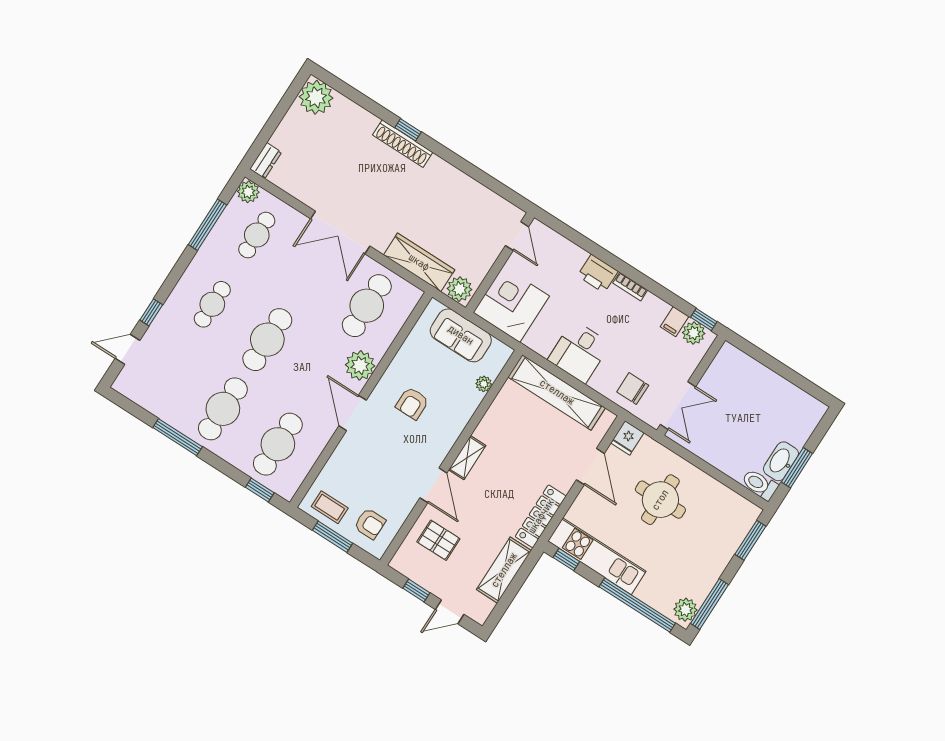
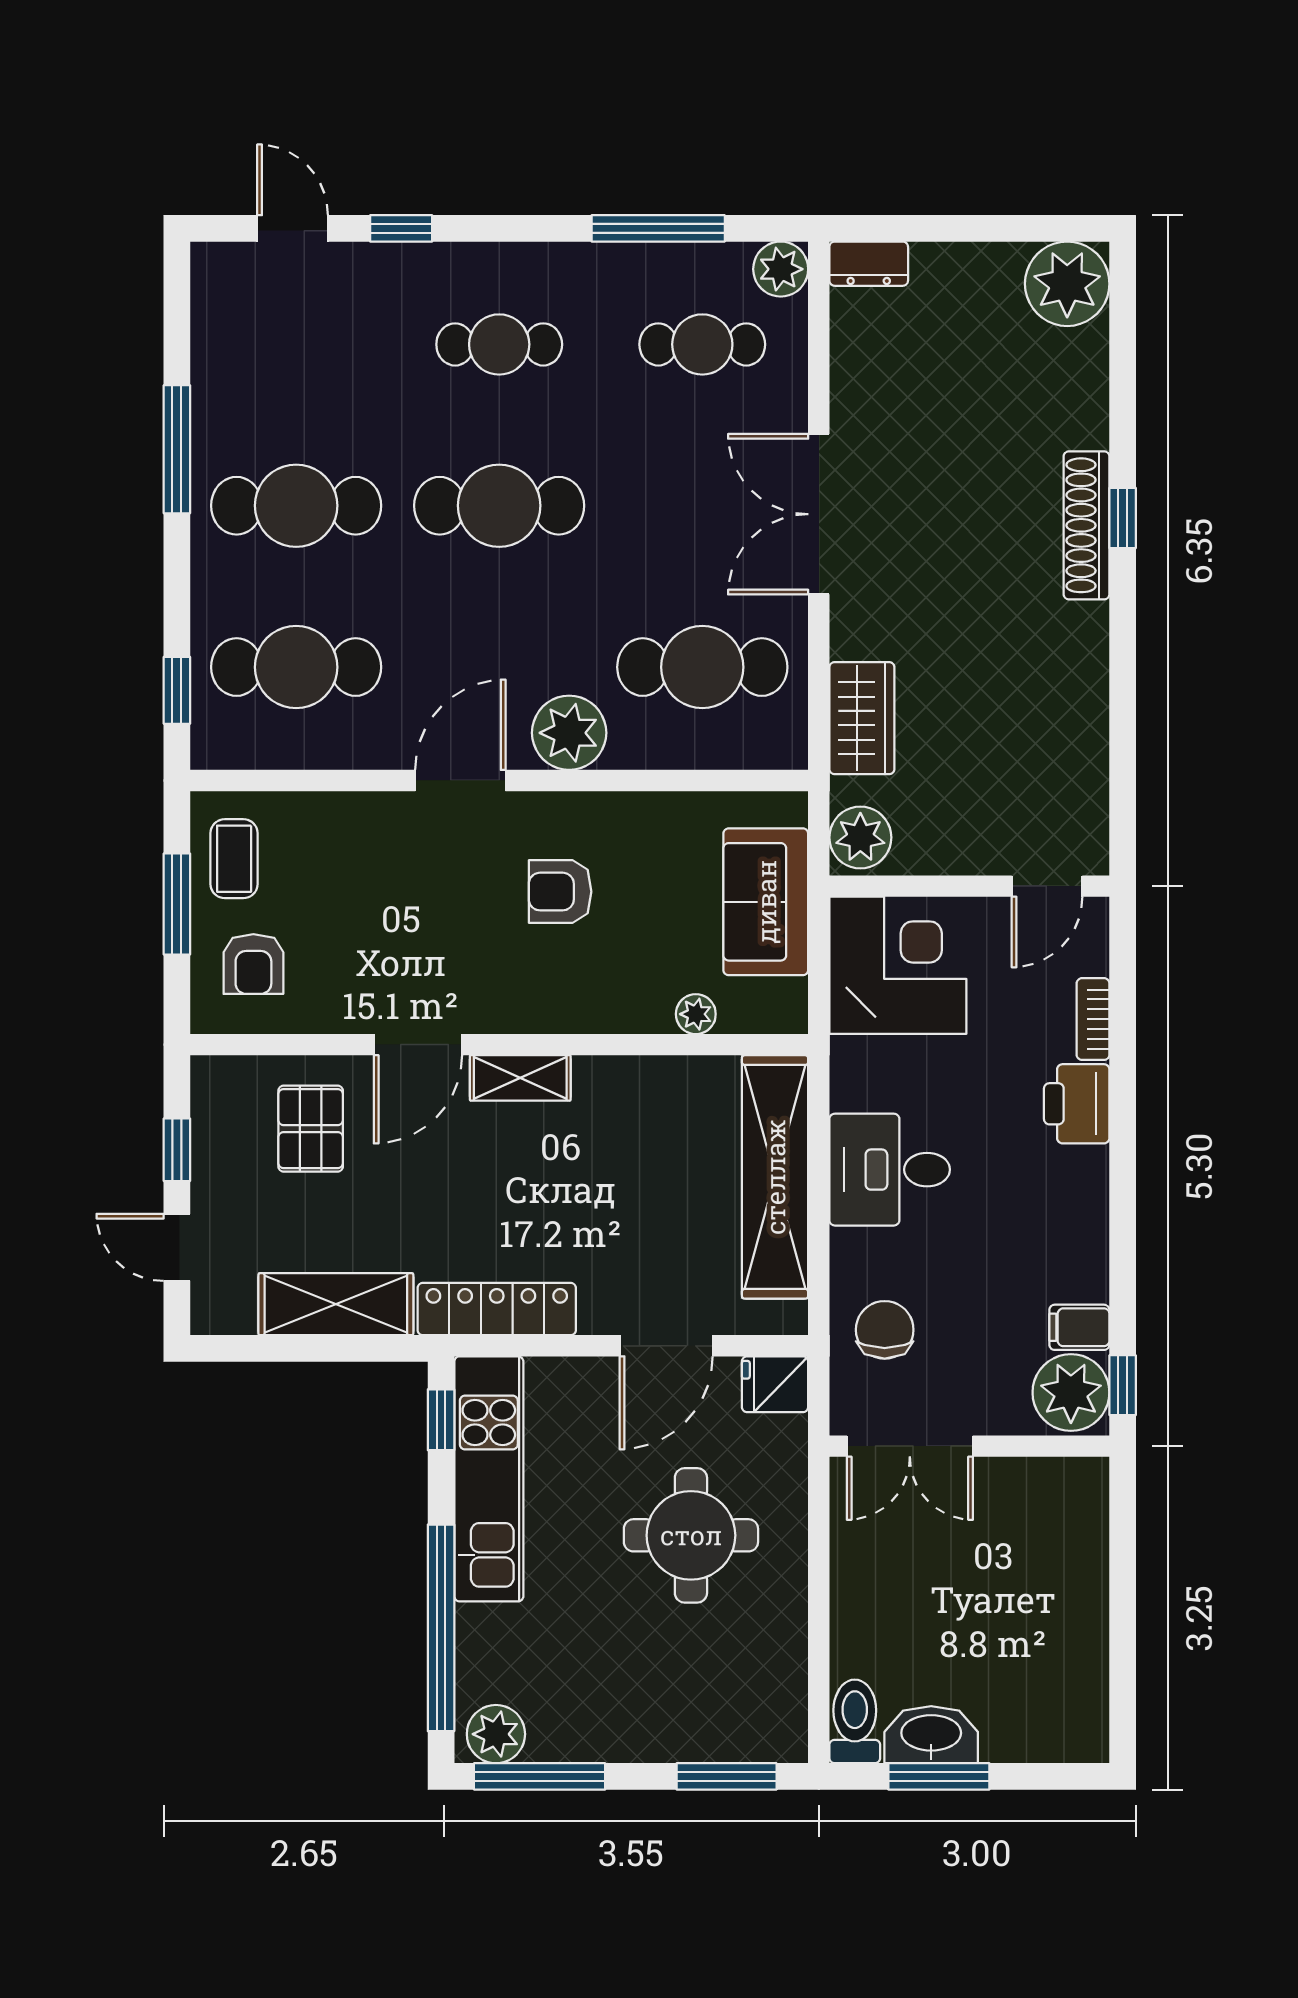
wardrobe: (419, 262) -> (862, 718), width x0.67
bookcase: (630, 287) -> (1093, 1019), moved
plant: (694, 333) -> (1071, 1393), width x1.36, depth x1.36

